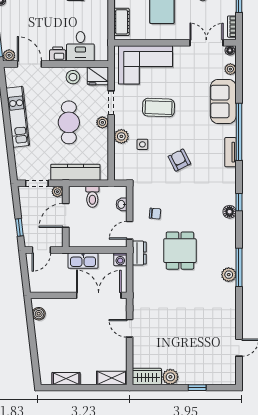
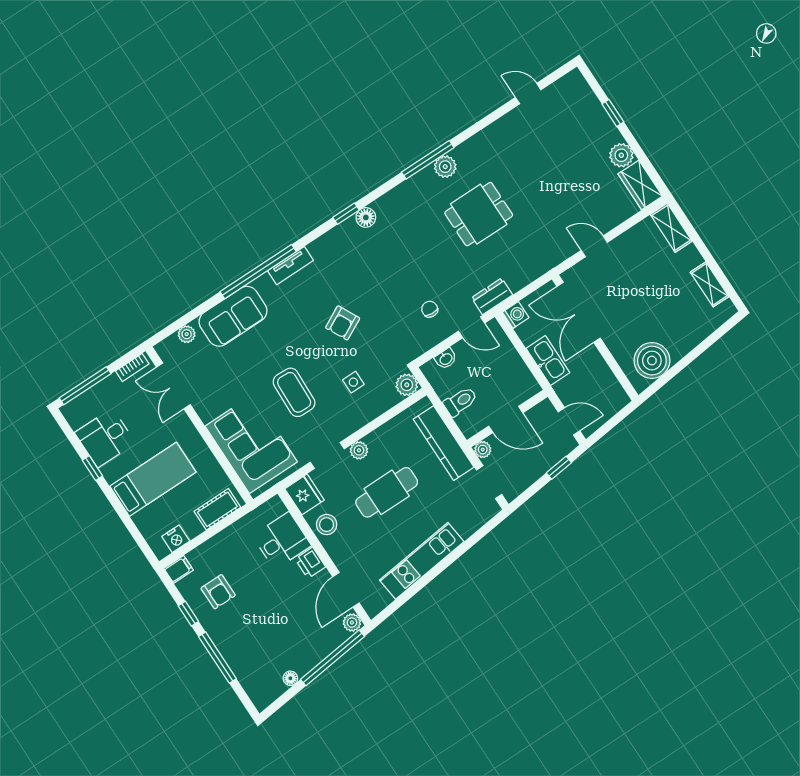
floor lamp: (230, 50) -> (164, 350), removed
plant: (121, 136) -> (407, 385), moved
dining table: (180, 251) -> (479, 214), moved
boiler: (39, 314) -> (652, 361), width x1.86, depth x1.86
door: (130, 328) -> (594, 246), swing flipped

